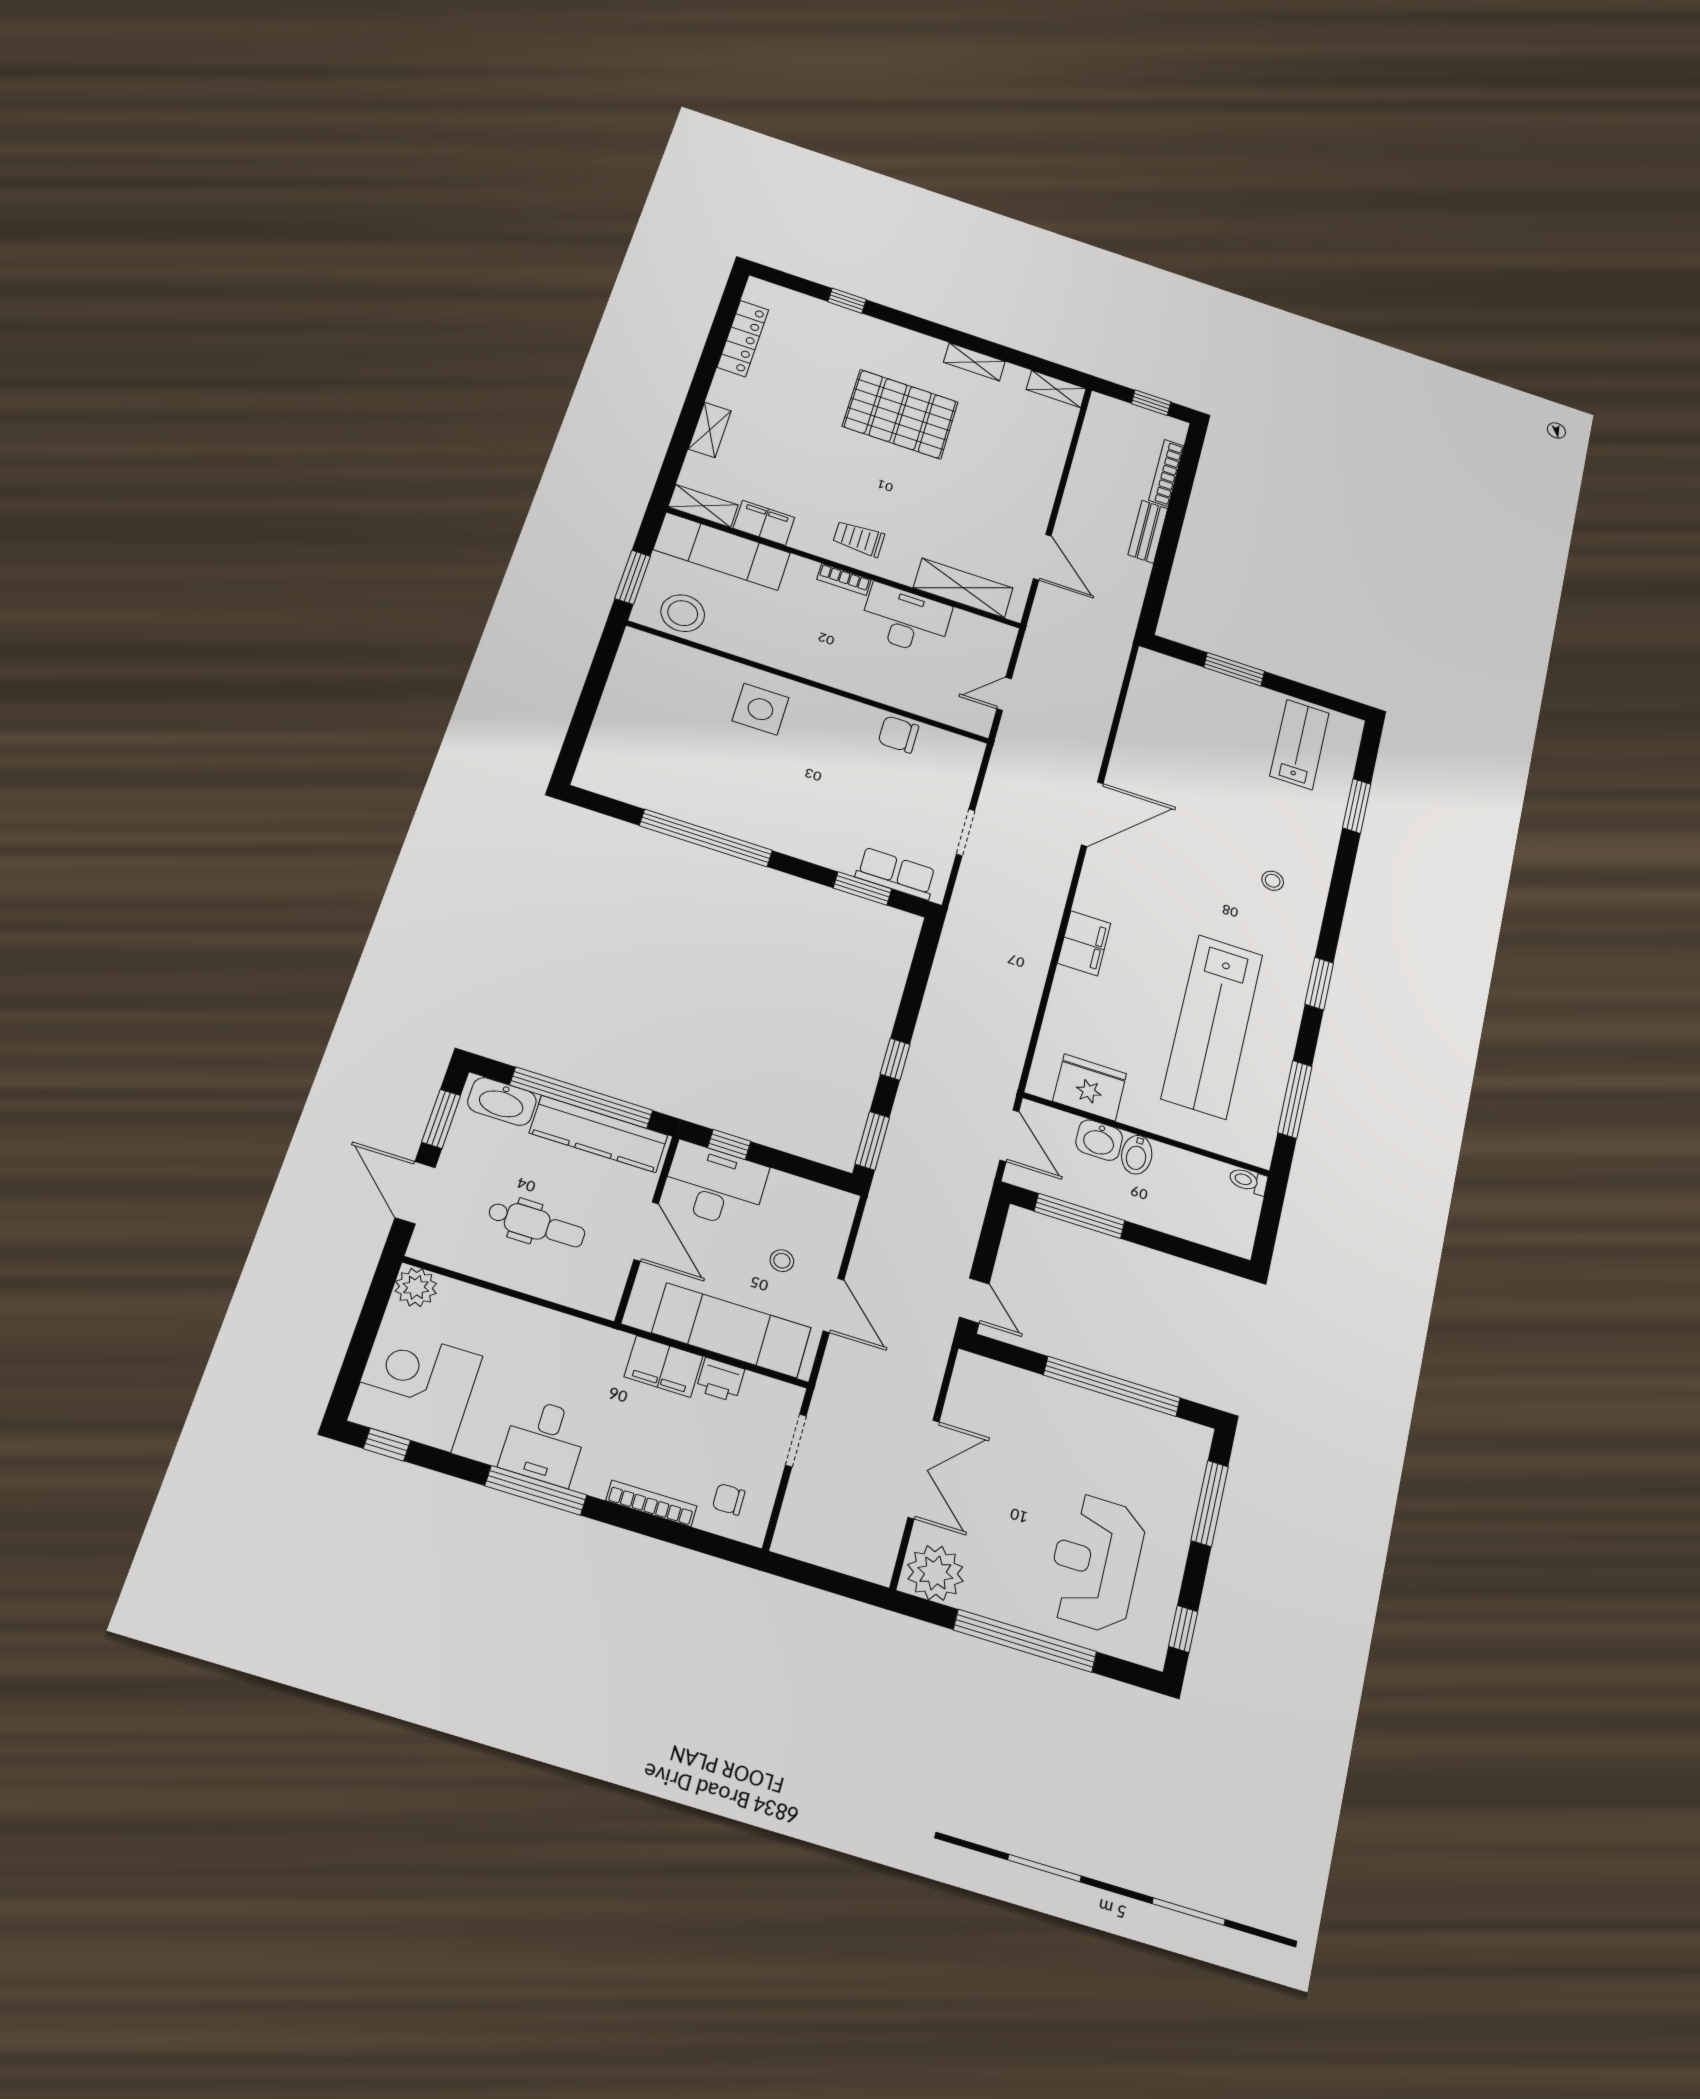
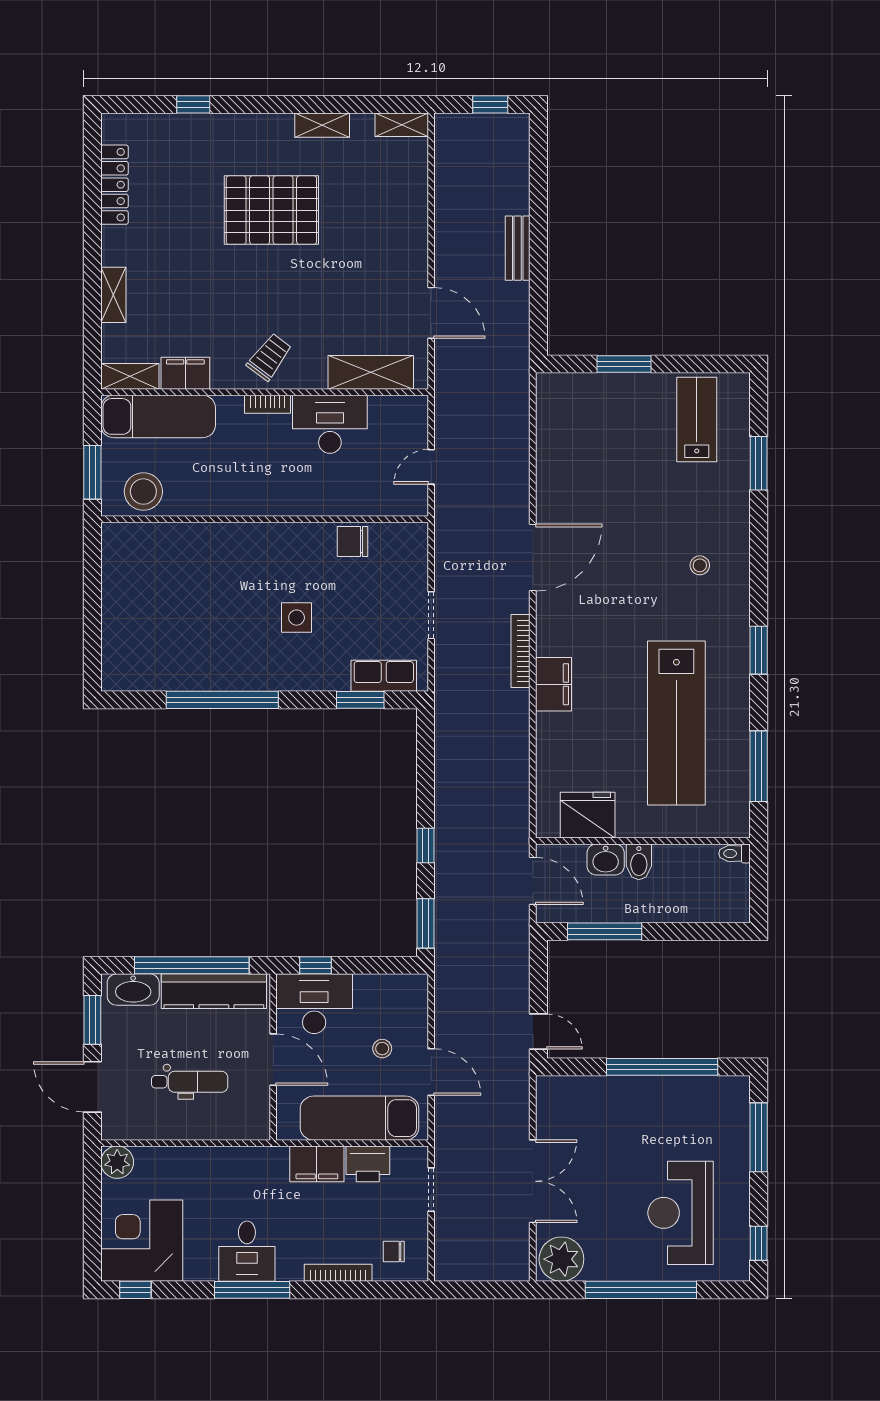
bookcase: (1166, 473) -> (521, 651), moved
trolley: (859, 539) -> (269, 357), turned 127
side table: (760, 709) -> (297, 618), moved, width x0.73, depth x0.73
printer: (720, 1380) -> (368, 1164), width x1.36, depth x1.24

